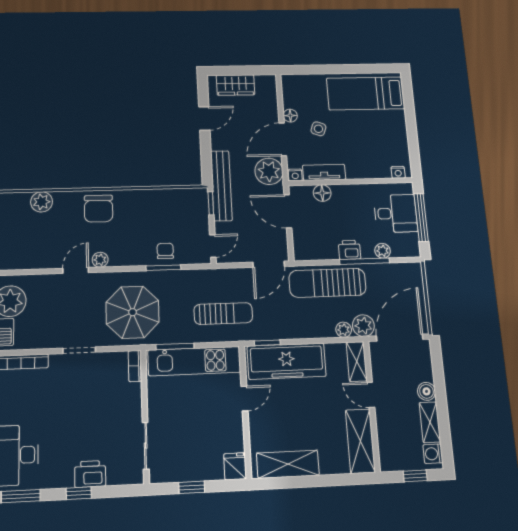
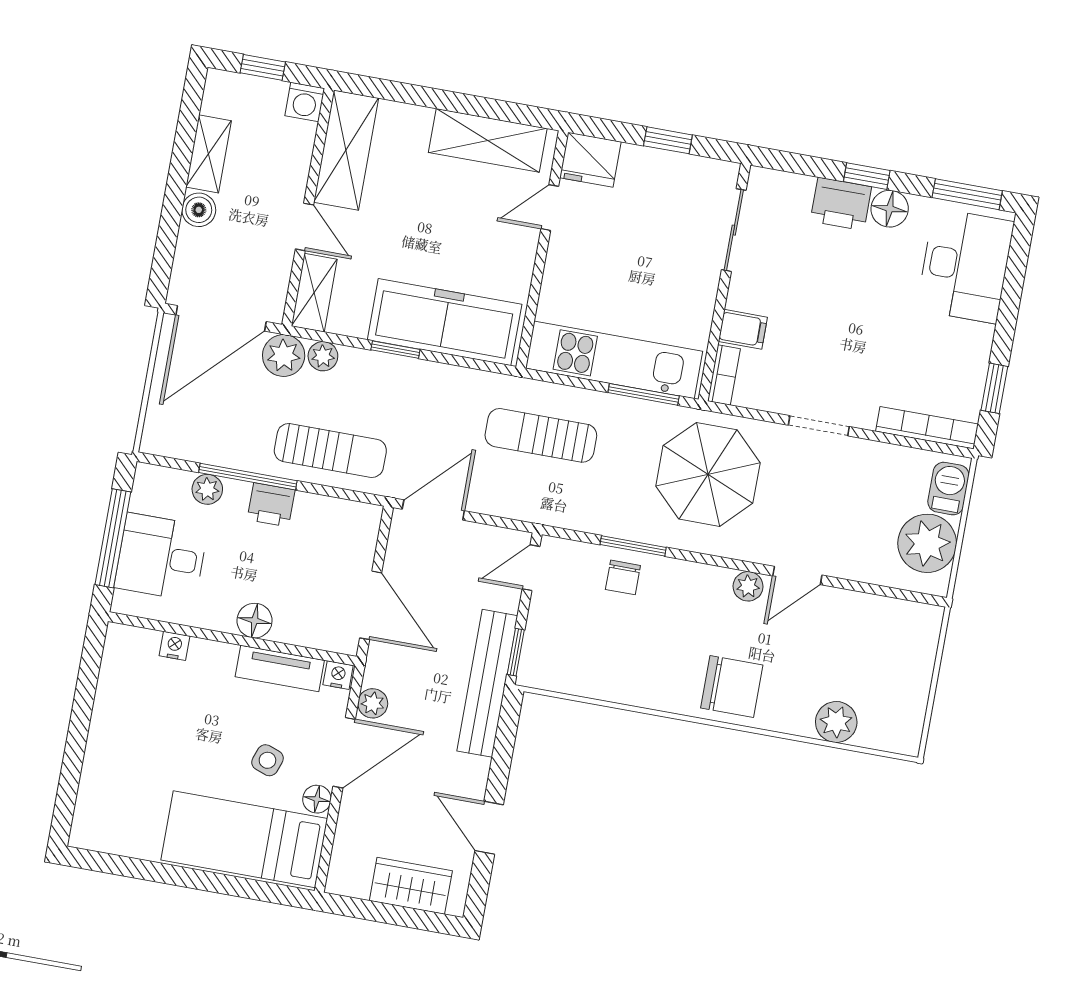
bed: (366, 93) -> (244, 839), moved, turned 180
door: (204, 118) -> (489, 828), hinge flipped
plant: (269, 171) -> (373, 703), width x0.53, depth x0.53
nightstand: (398, 172) -> (174, 646), moved
floor lamp: (322, 193) -> (255, 621), moved
chair: (99, 209) -> (732, 686), turned 90
sun lounger: (327, 283) -> (330, 450), width x0.73, depth x0.75
window: (267, 343) -> (395, 350), moved
filing cabinet: (130, 393) -> (743, 329), added
door: (245, 399) -> (550, 208), moved
washing machine: (433, 454) -> (305, 102), moved, turned 90
fridge: (235, 466) -> (590, 160), width x1.38
floor lamp: (63, 478) -> (890, 209), added

